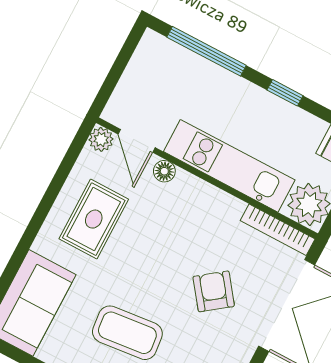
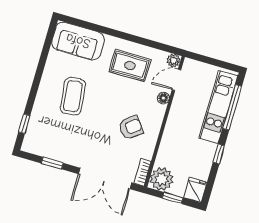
kitchen unit: (229, 166) -> (219, 107), moved, turned 180
bookcase: (278, 230) -> (143, 172), width x0.64
armchair: (214, 291) -> (131, 128), moved

